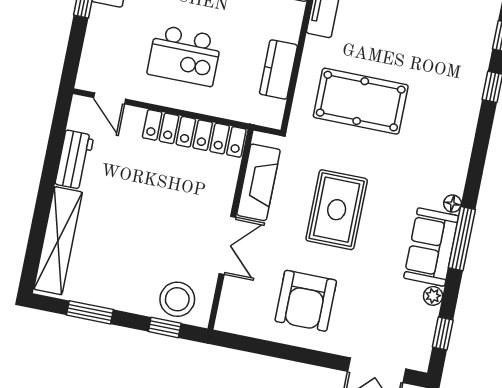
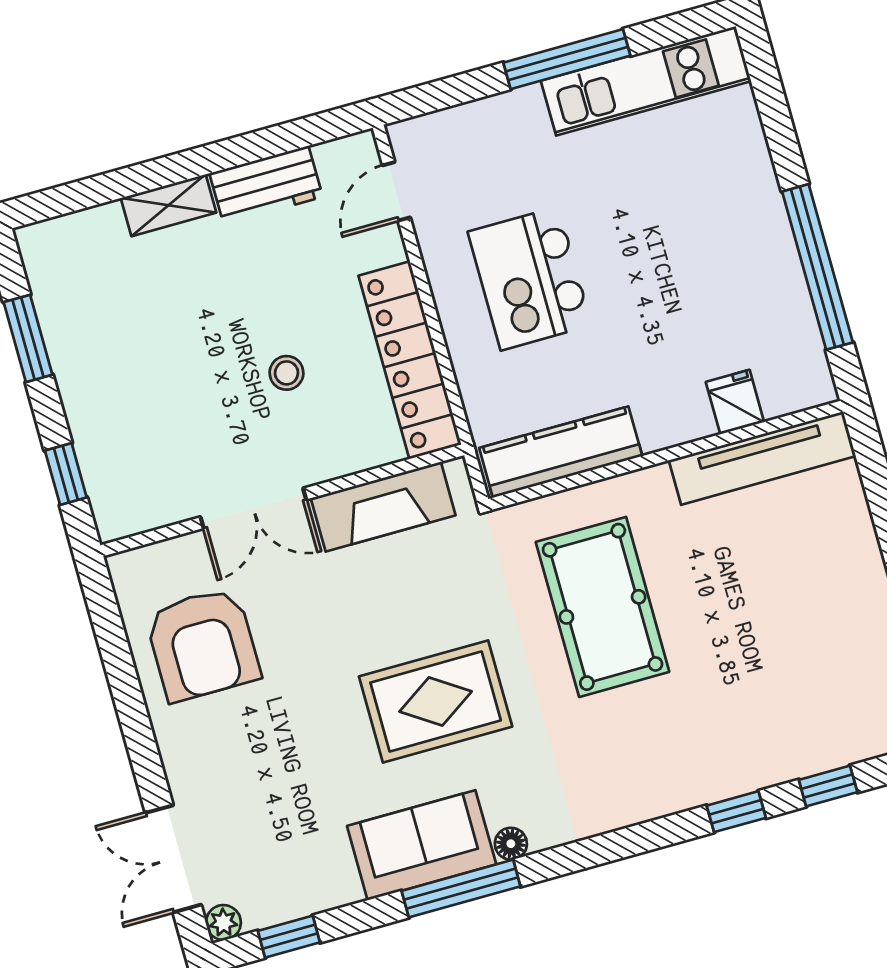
kitchen counter: (278, 69) -> (561, 452), width x1.50
rug: (337, 210) -> (436, 701), moved
shelving: (58, 241) -> (169, 205), width x0.45, depth x0.75
plant: (433, 296) -> (223, 922), moved
stool: (177, 299) -> (287, 373), moved, width x0.53, depth x0.53
armchair: (306, 301) -> (203, 644), moved, turned -90

